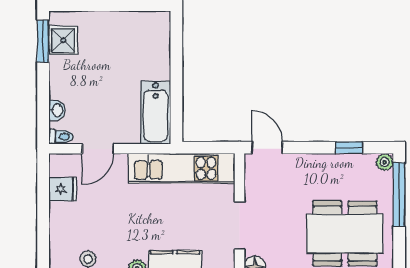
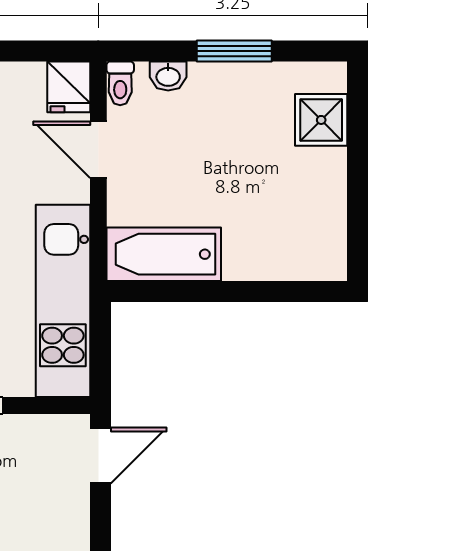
shower: (63, 40) -> (321, 120), moved
window: (43, 41) -> (234, 51), moved
fridge: (63, 189) -> (69, 87), moved

